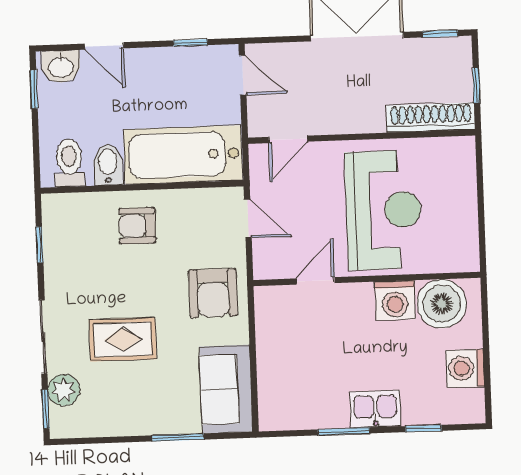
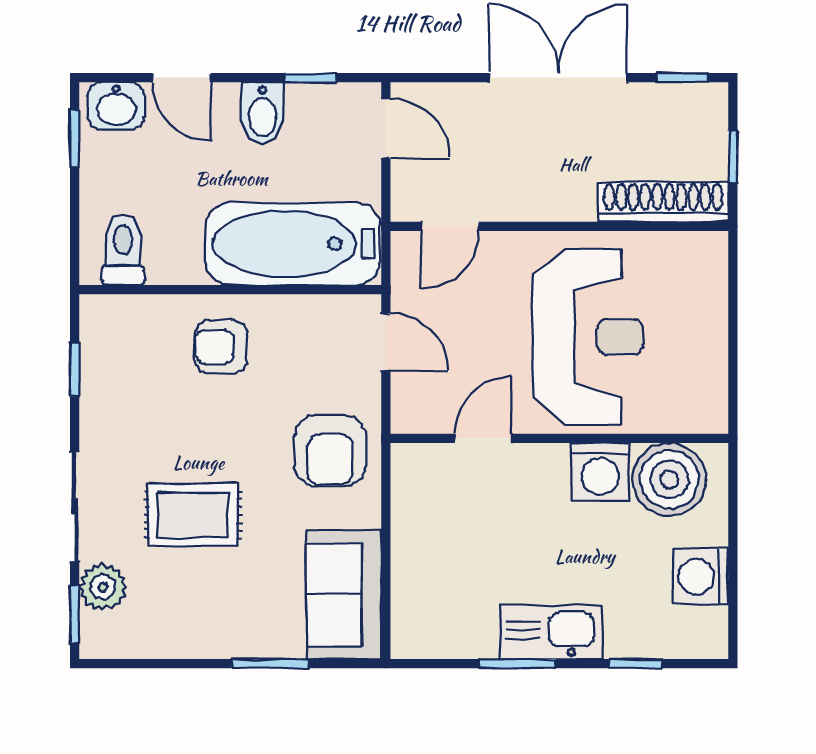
bidet: (108, 165) -> (262, 113), moved, turned 180
kitchen sink: (375, 409) -> (551, 632), width x1.38

